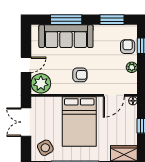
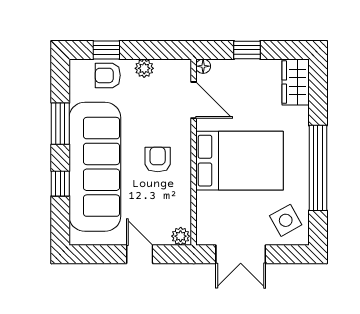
window: (66, 20) -> (60, 184), width x0.46
window: (112, 20) -> (60, 124), moved
sofa: (66, 36) -> (95, 167), width x1.36, depth x1.27
plant: (41, 83) -> (181, 236), width x0.53, depth x0.53

